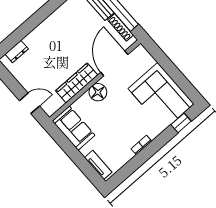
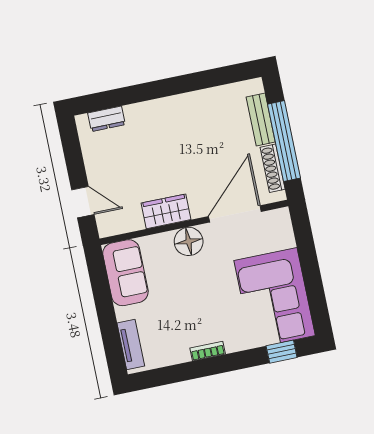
wardrobe: (77, 83) -> (166, 211), width x0.67

